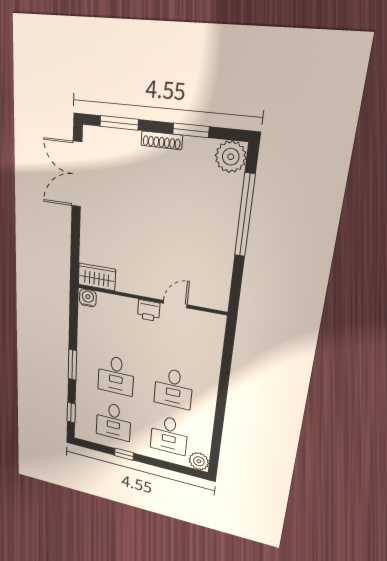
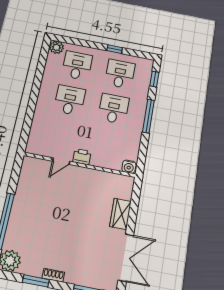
shoe rack: (162, 140) -> (53, 275), width x0.70
wardrobe: (97, 277) -> (120, 214), moved, turned 90
window: (72, 365) -> (148, 116), width x1.44

